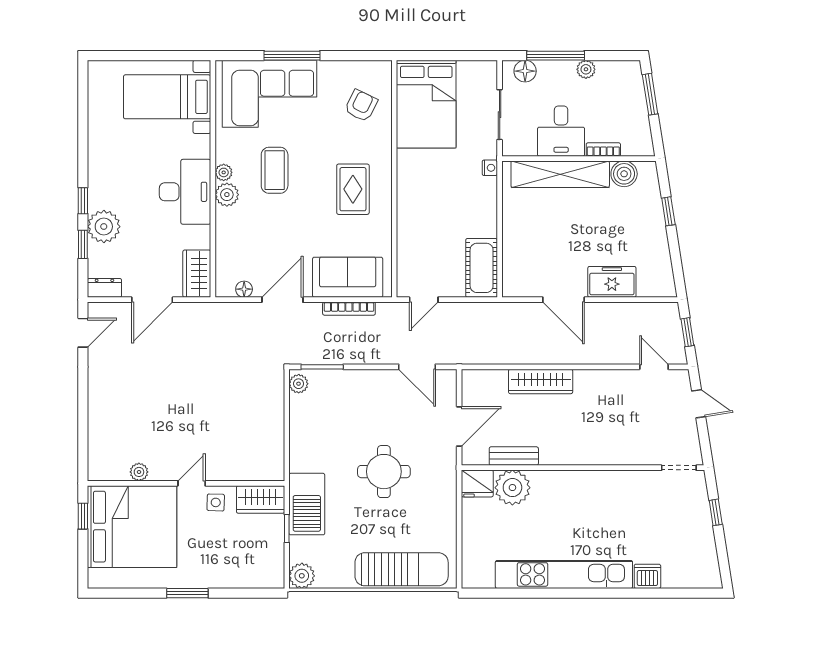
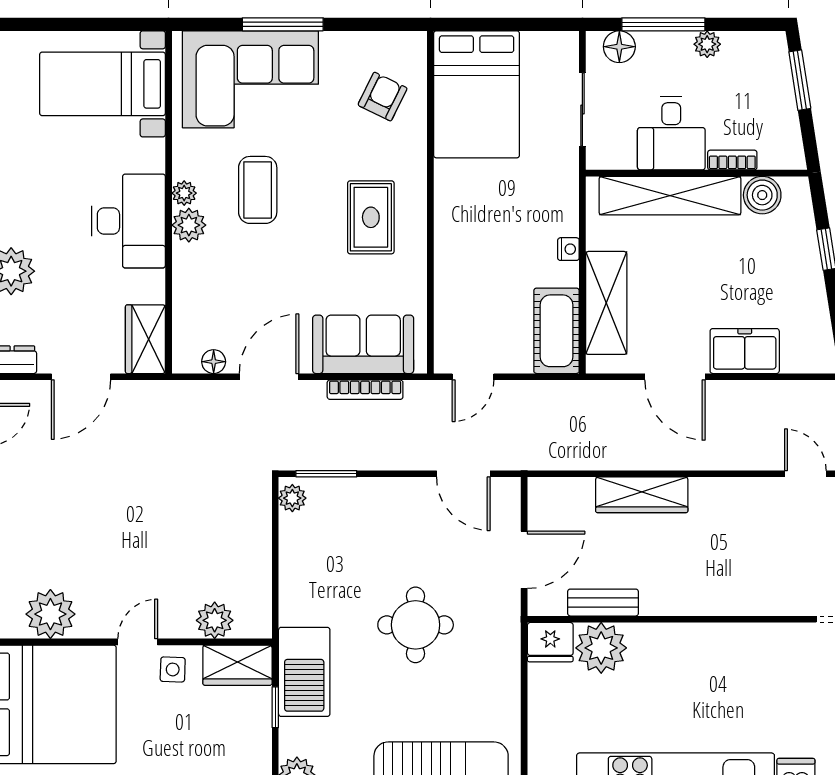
nightstand: (490, 168) -> (568, 249), moved
shelving: (516, 249) -> (606, 303), added
plant: (245, 468) -> (215, 620), added
plant: (139, 472) -> (50, 614), width x1.87, depth x1.87

